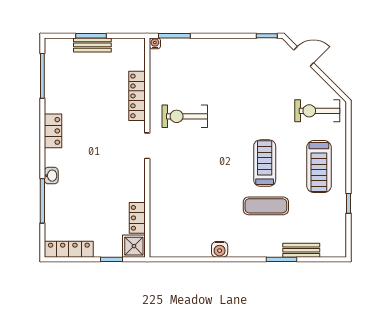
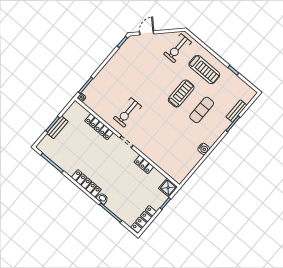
locker: (53, 131) -> (86, 183), width x1.53
treadmill: (265, 163) -> (181, 94), turned 90
locker: (137, 218) -> (144, 164), moved

